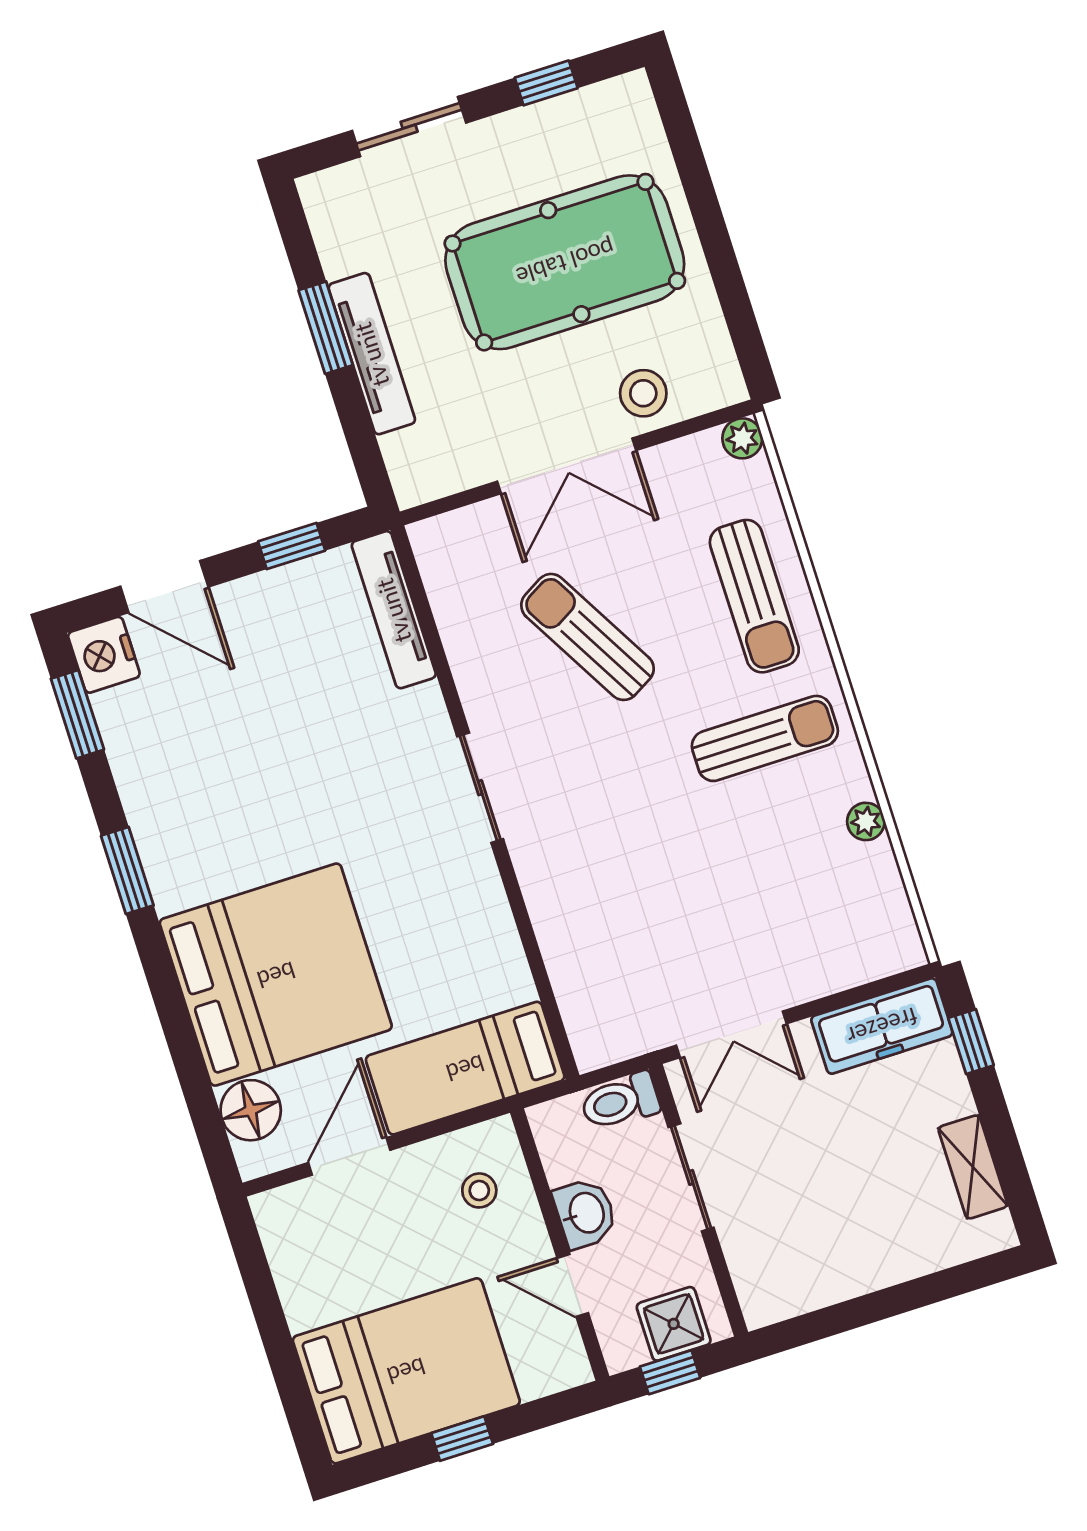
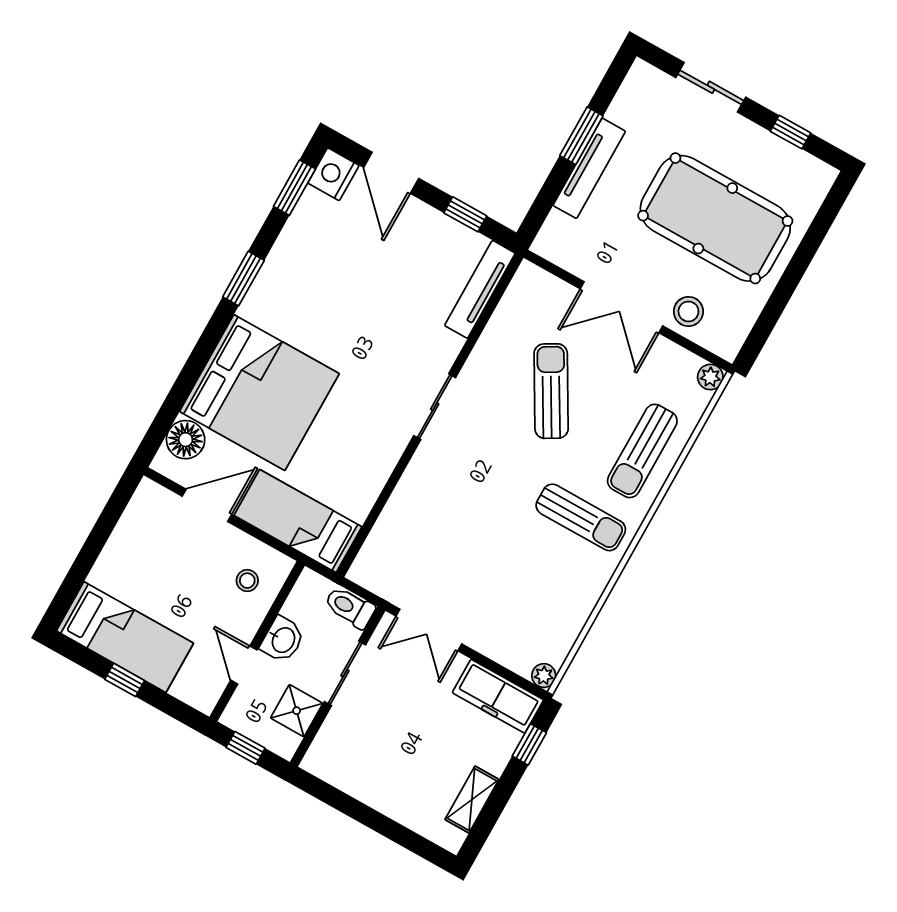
plant: (866, 821) -> (544, 676), moved
shower: (674, 1324) -> (297, 711), moved
bed: (406, 1371) -> (125, 637), width x0.67

